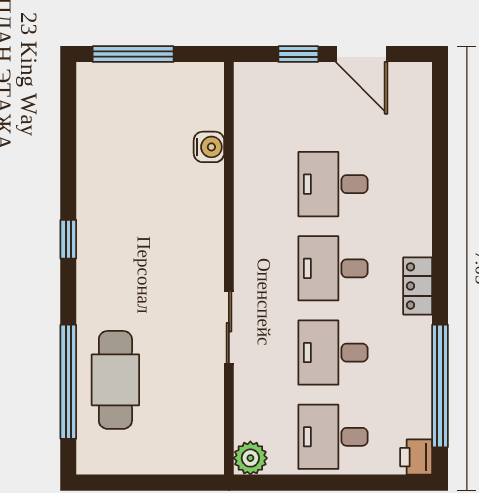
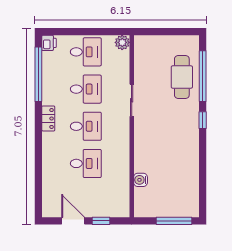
window: (68, 239) -> (203, 120), moved

